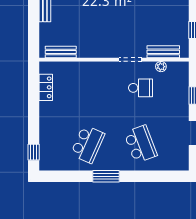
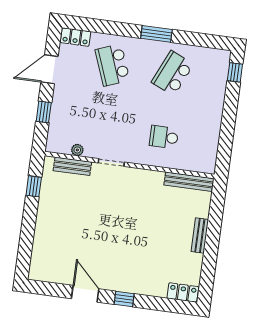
bench: (61, 52) -> (189, 182), width x1.36
locker: (46, 87) -> (76, 37), moved, turned -90
school desk: (140, 88) -> (164, 137), moved

